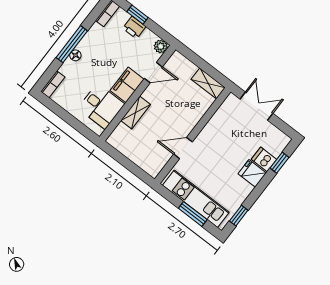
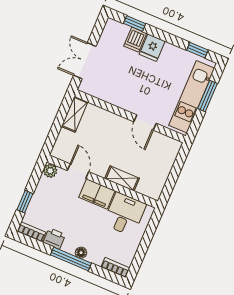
printer: (134, 27) -> (54, 239), moved, turned -90

